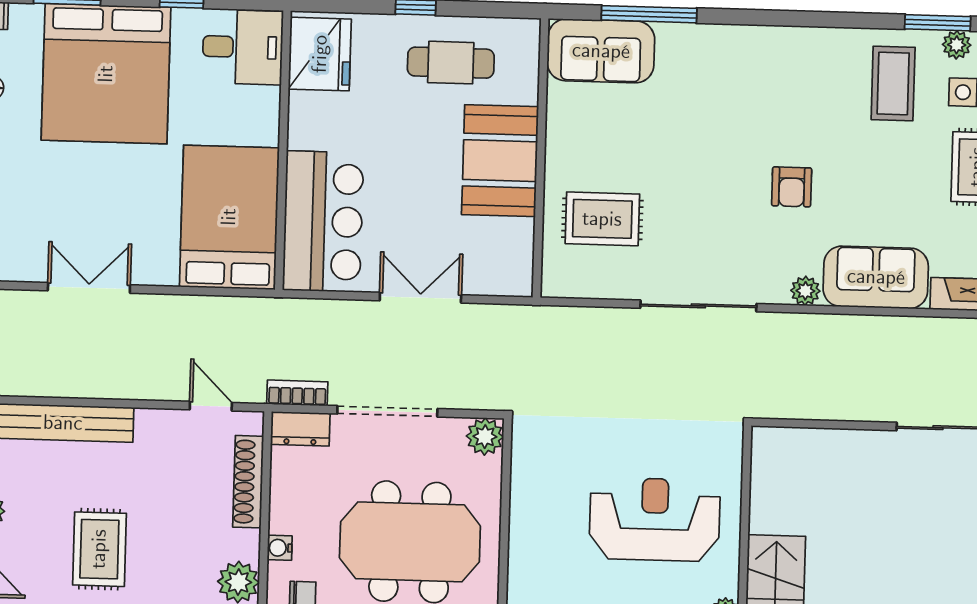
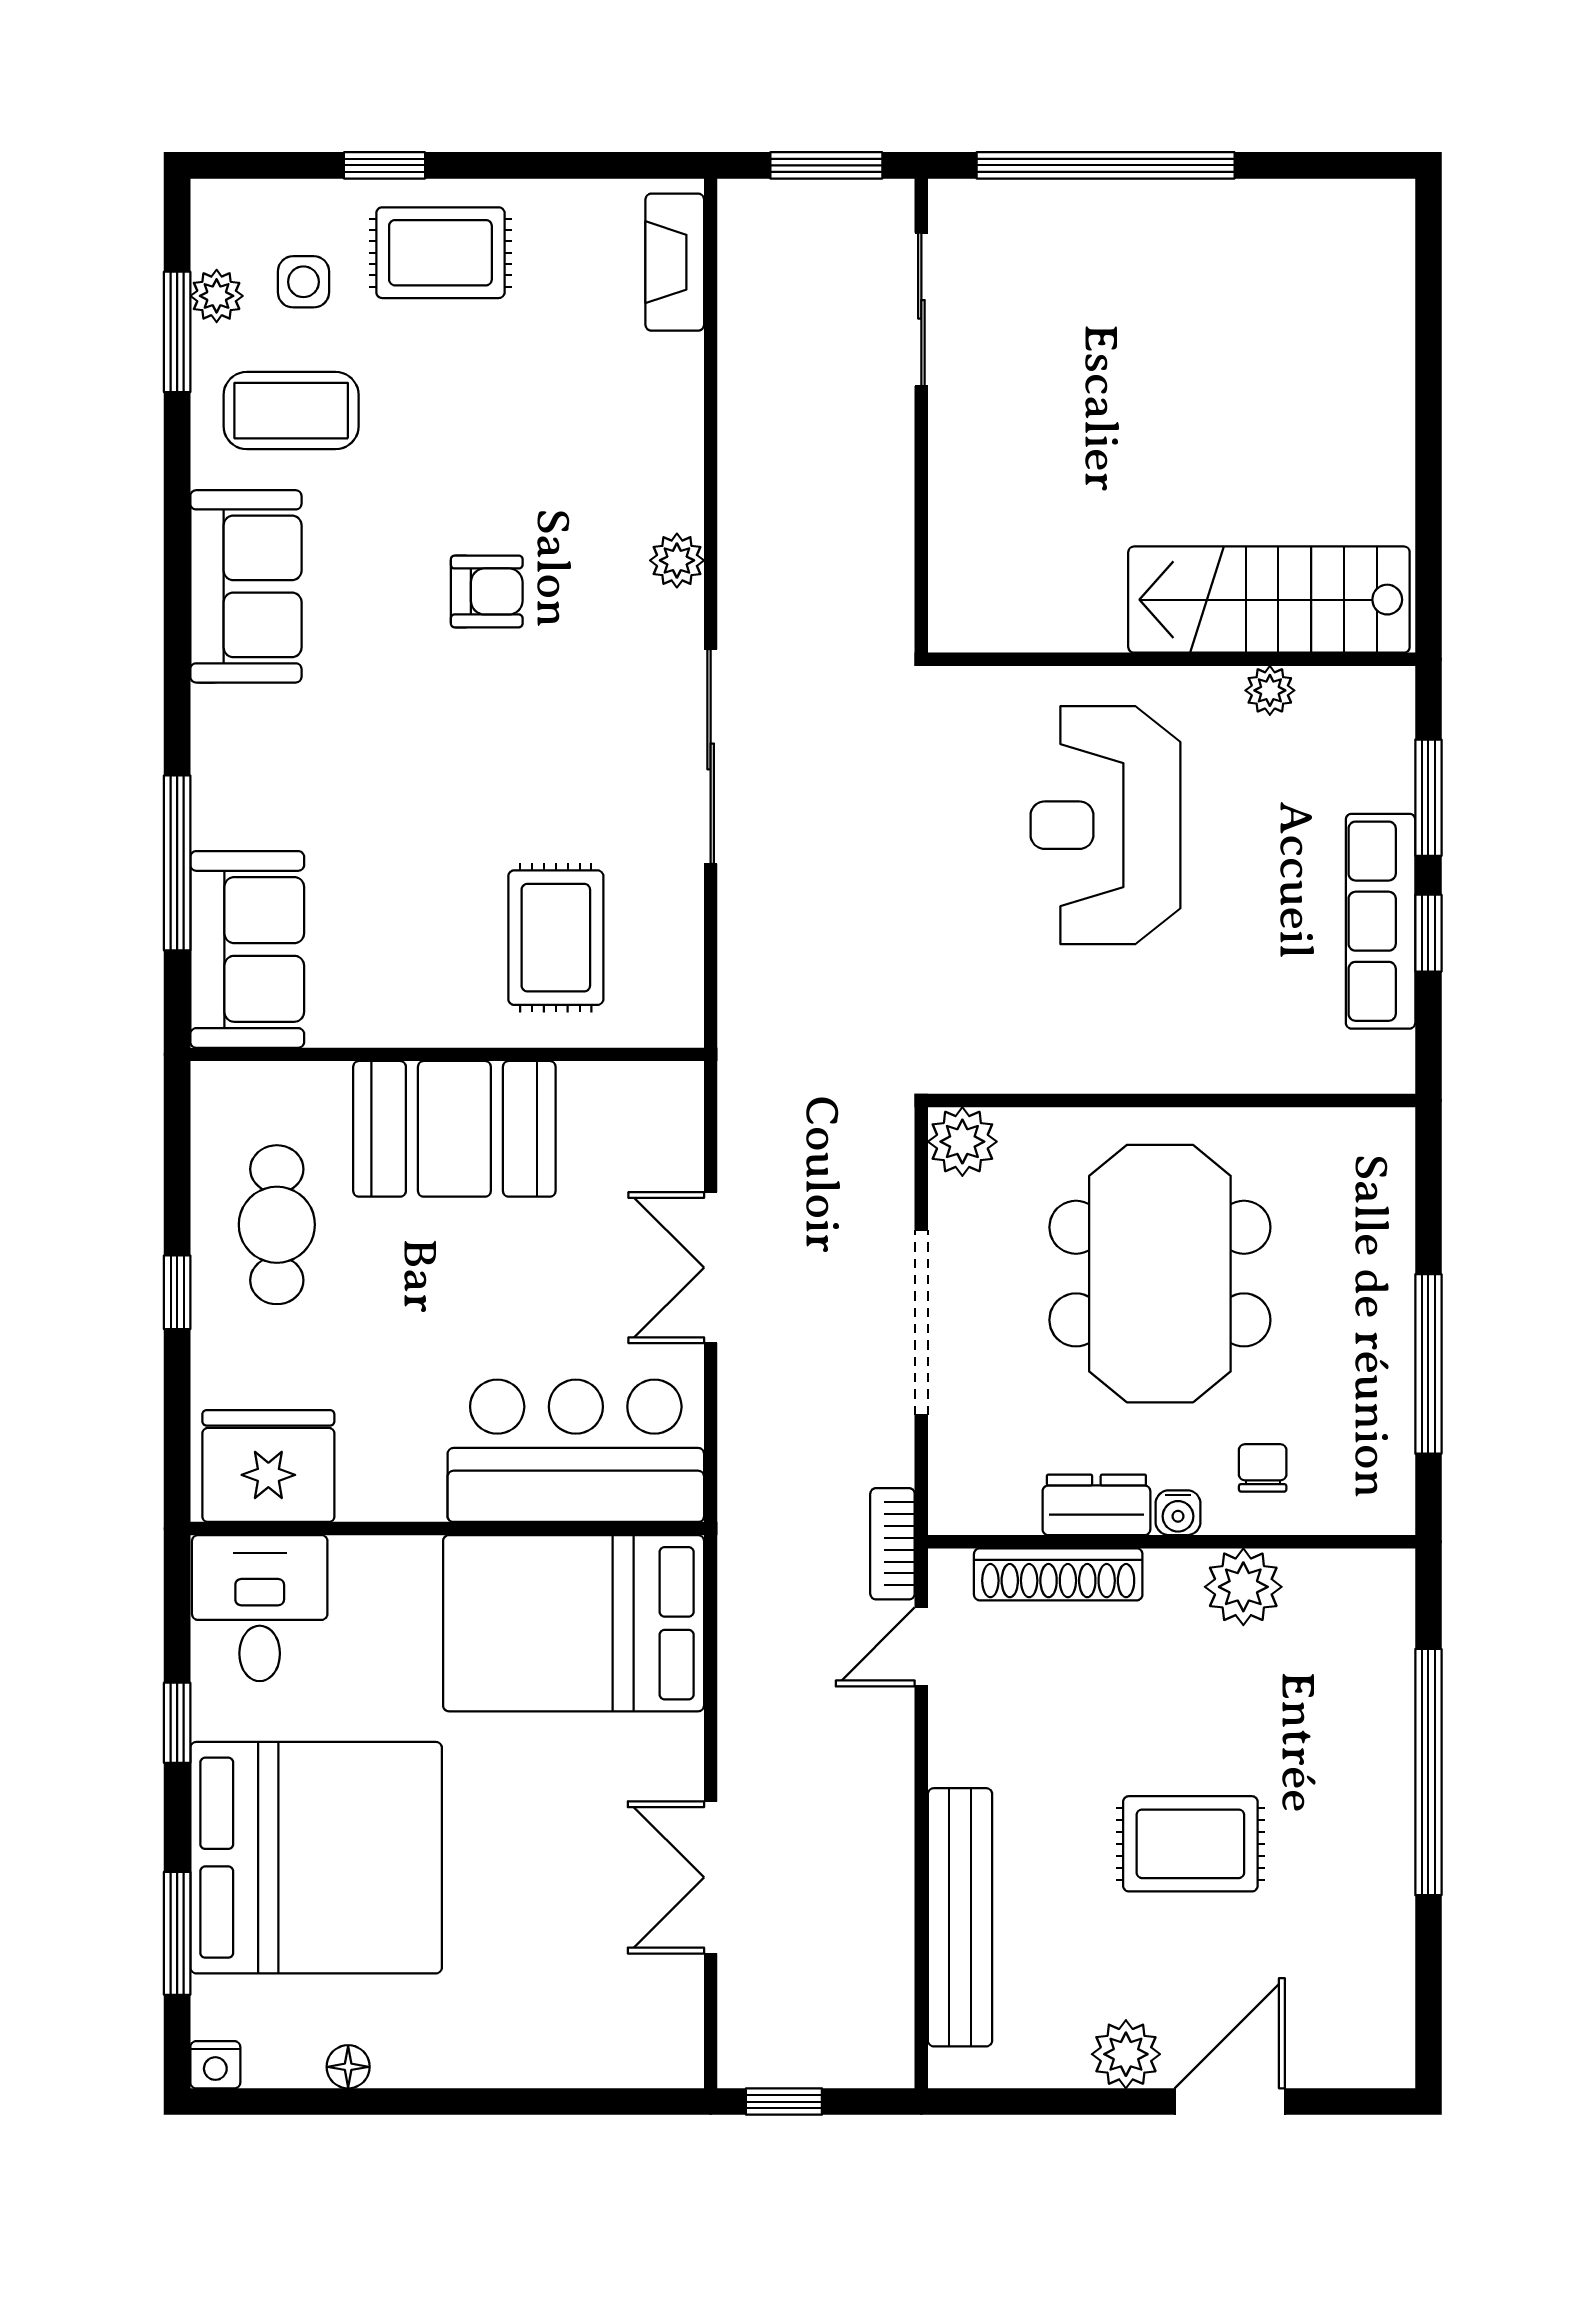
sofa: (876, 277) -> (246, 586), moved, turned 180
bookcase: (297, 393) -> (892, 1544), moved
dresser: (300, 429) -> (1096, 1505), moved, turned -90

